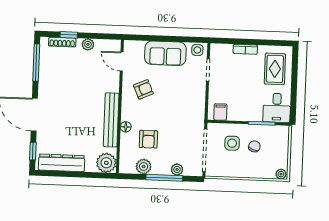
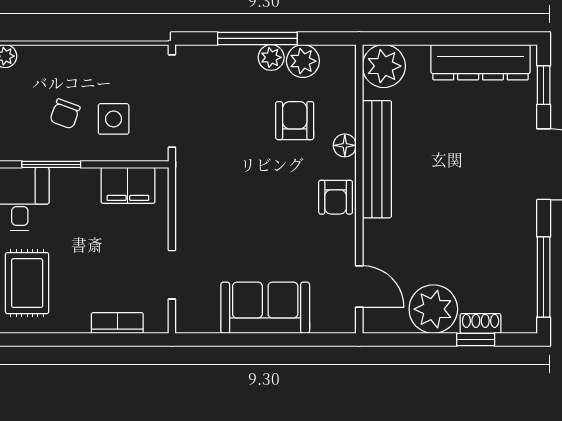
shoe rack: (62, 42) -> (481, 323), width x0.70
plant: (88, 44) -> (433, 309), width x1.87, depth x1.87
bookcase: (245, 49) -> (117, 323), moved
side table: (197, 50) -> (196, 318), removed
armchair: (143, 89) -> (336, 197), moved, turned -66
filing cabinet: (220, 112) -> (128, 185), width x2.00
plant: (177, 169) -> (271, 57), moved

